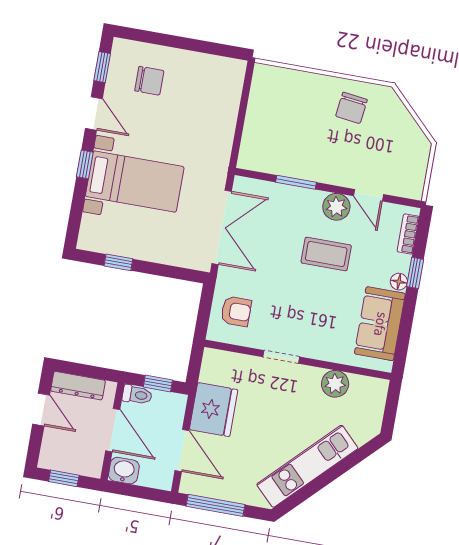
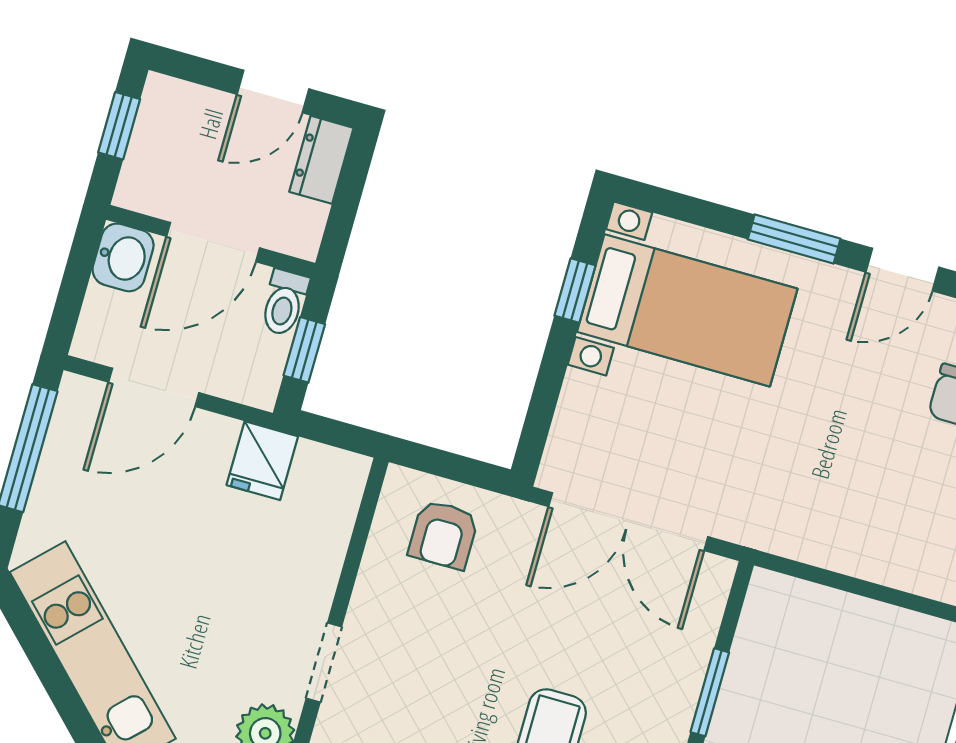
window: (85, 164) -> (794, 239), width x1.50
bed with nightstands: (135, 182) -> (687, 310), moved, turned -90
doorway: (281, 357) -> (324, 663), moved
dresser: (78, 386) -> (321, 160), width x0.70
fridge: (214, 410) -> (262, 461), width x0.53, depth x0.75

